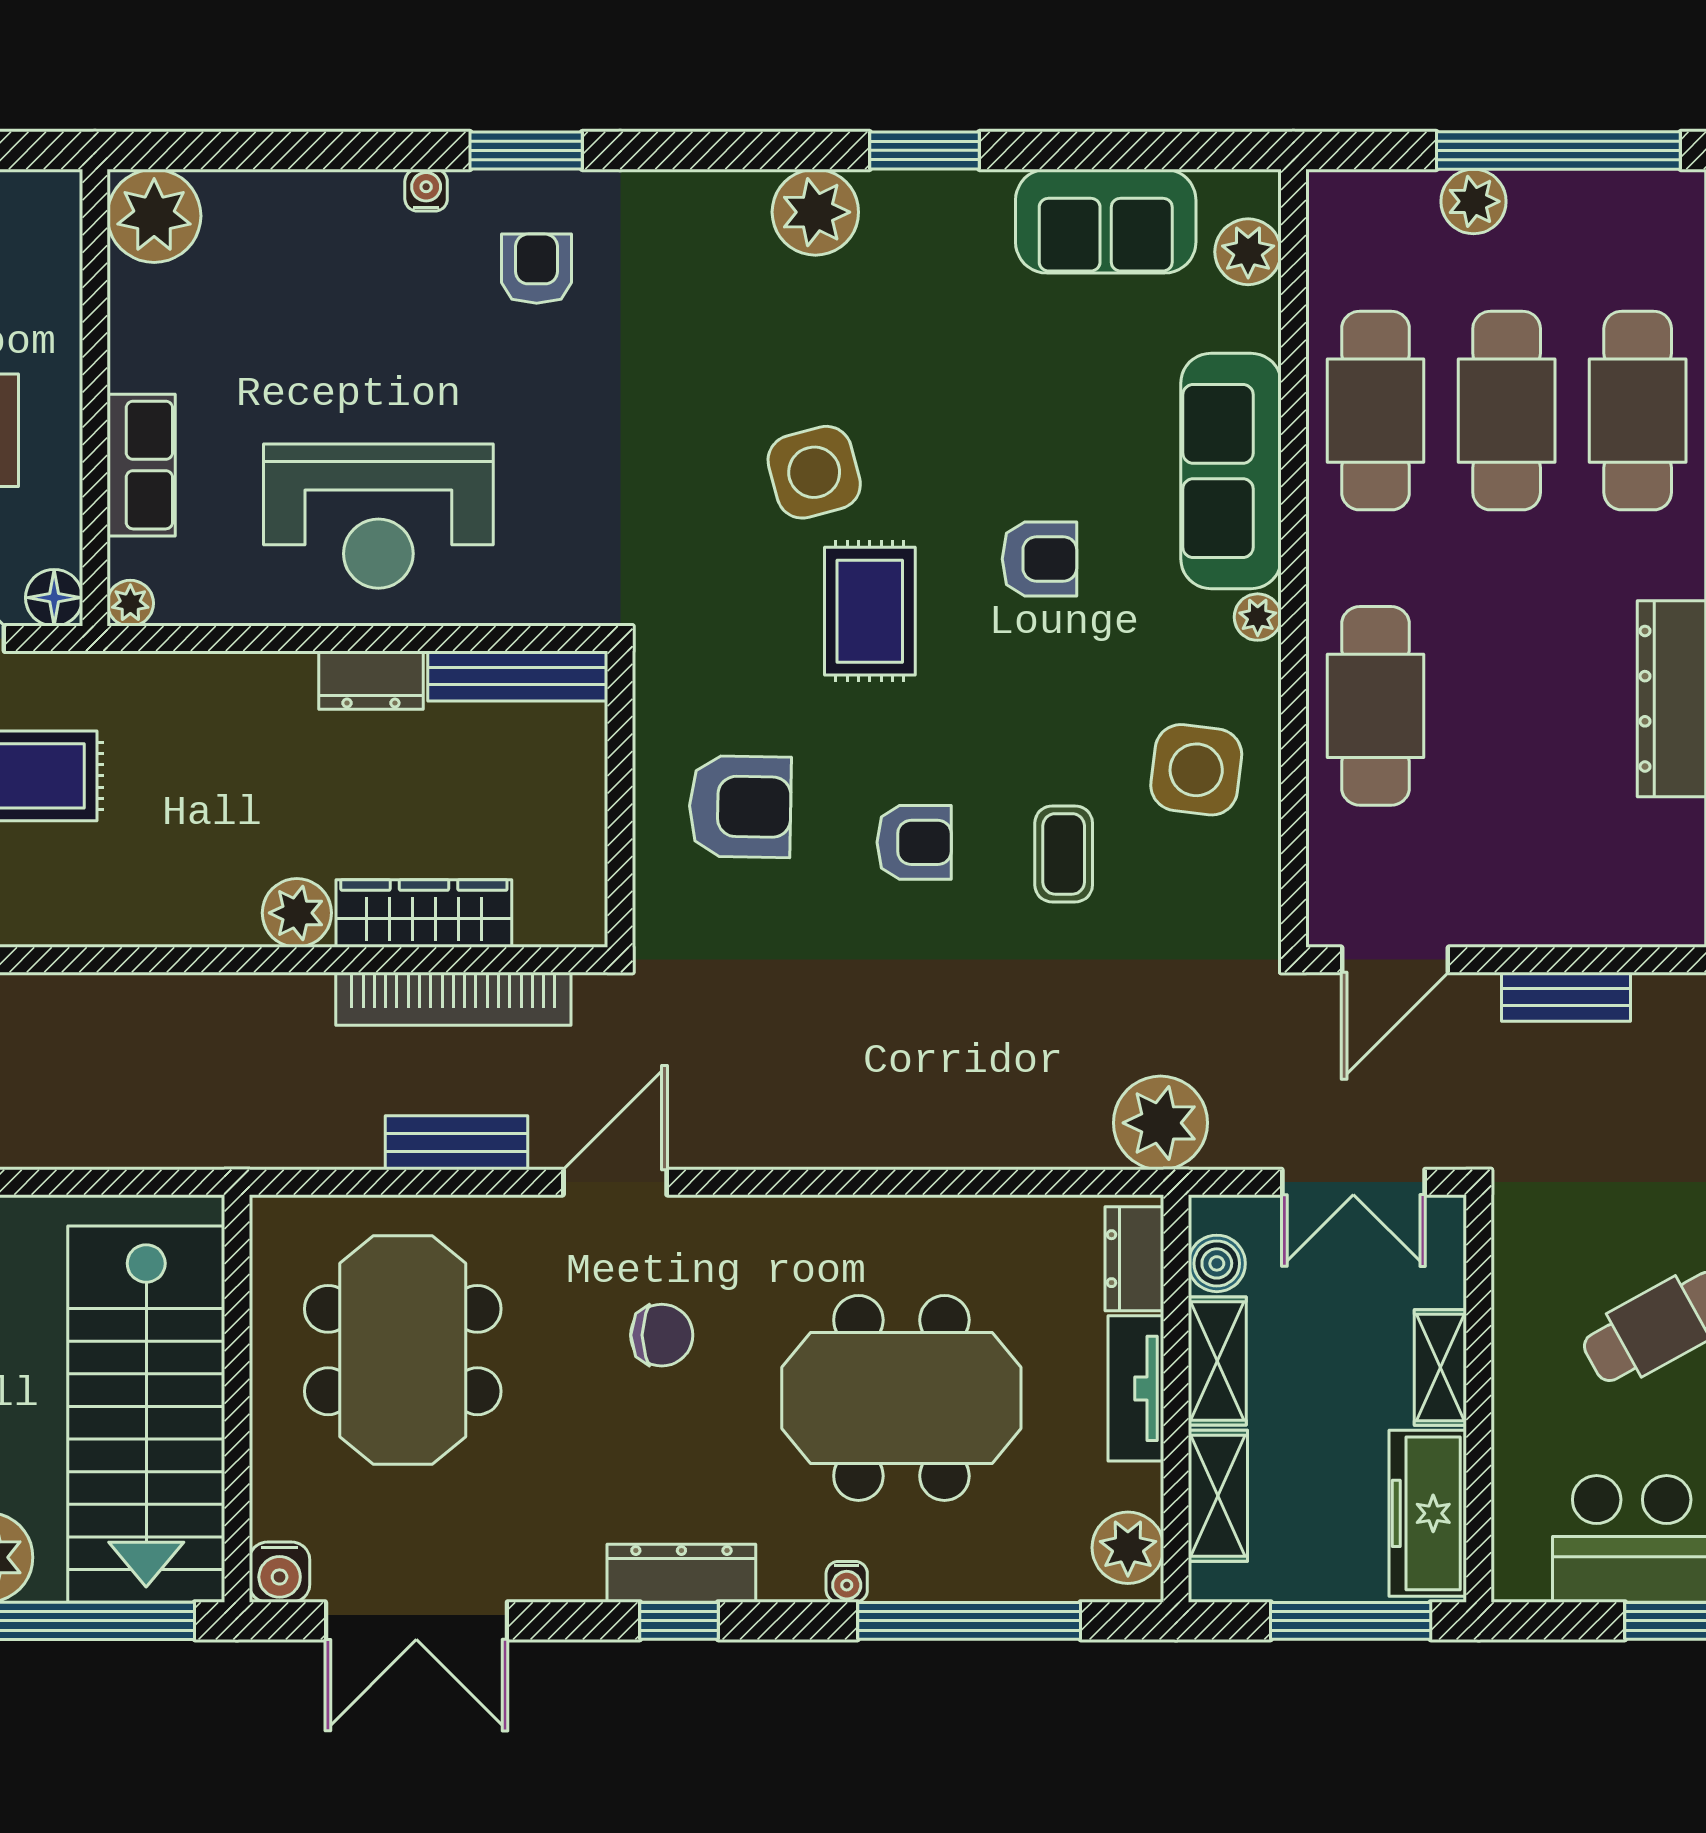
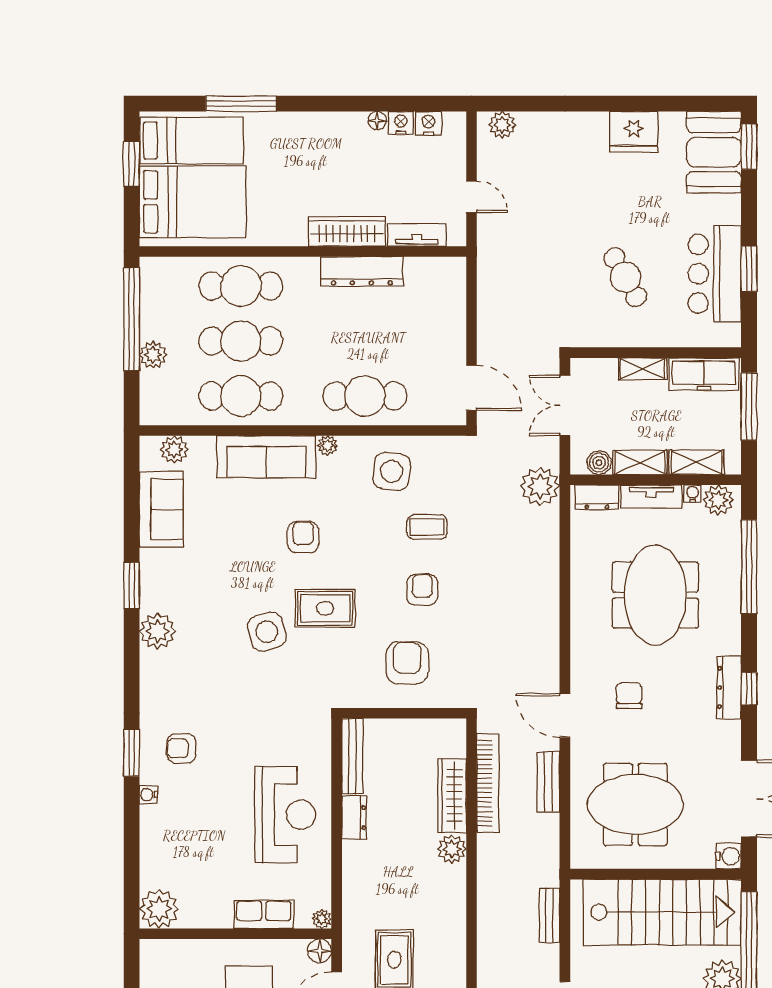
bench: (1566, 997) -> (549, 915), moved
double door: (1353, 1182) -> (565, 405), swing flipped
water cooler: (847, 1582) -> (693, 494), moved, turned -90

